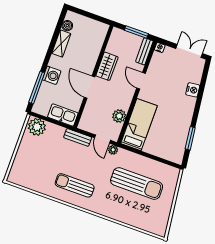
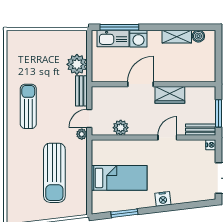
nightstand: (193, 90) -> (163, 199), moved
kitchen sink: (63, 115) -> (113, 38), moved, turned 90
bed: (139, 125) -> (119, 178), moved
plant: (37, 127) -> (77, 64), moved

